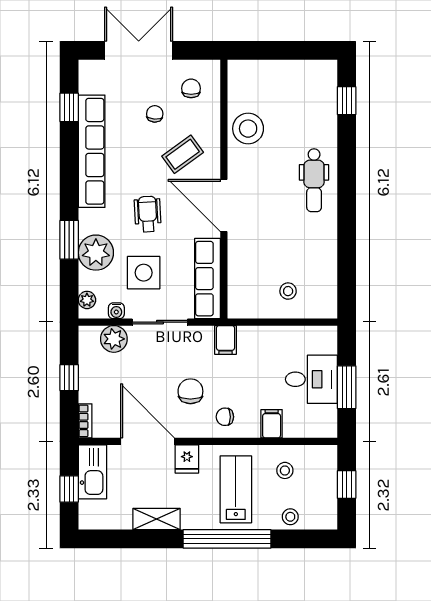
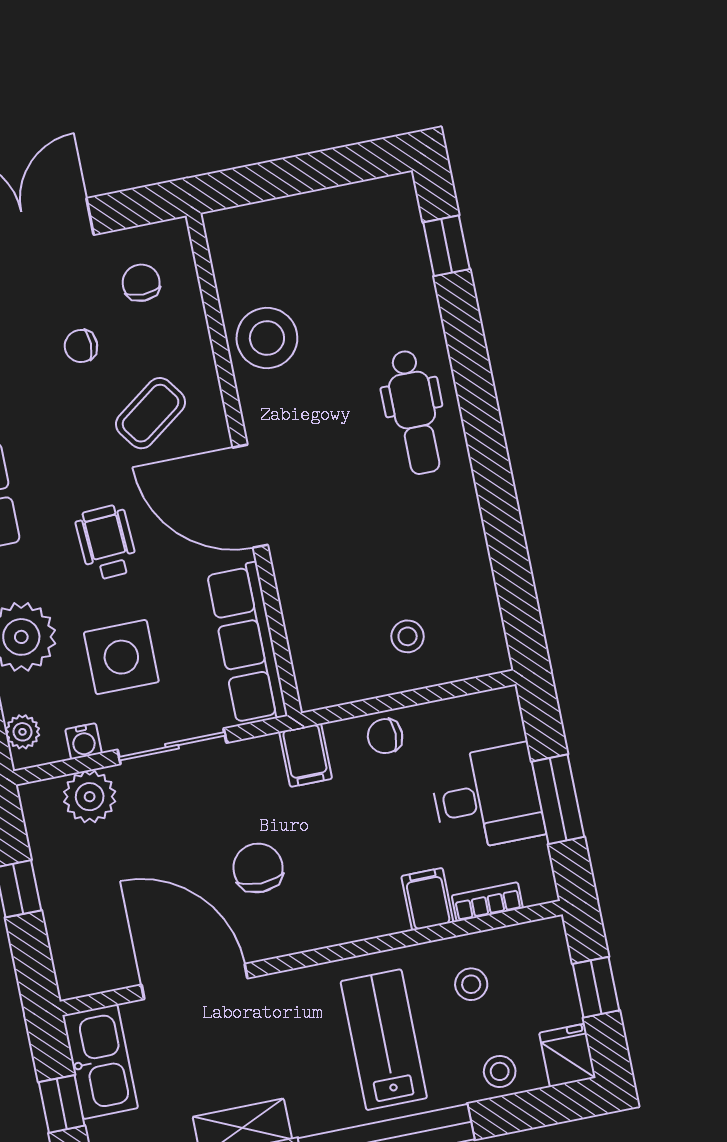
chair: (155, 114) -> (81, 346), turned -94
chair: (225, 417) -> (385, 736), moved
bookcase: (85, 421) -> (487, 902), moved, turned -90
fridge: (187, 459) -> (567, 1055), moved, turned 180

